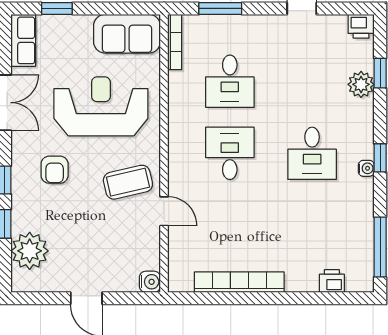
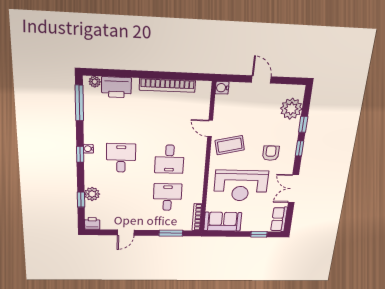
printer: (332, 281) -> (116, 87), width x1.87, depth x1.48
plant: (355, 283) -> (95, 82), added

